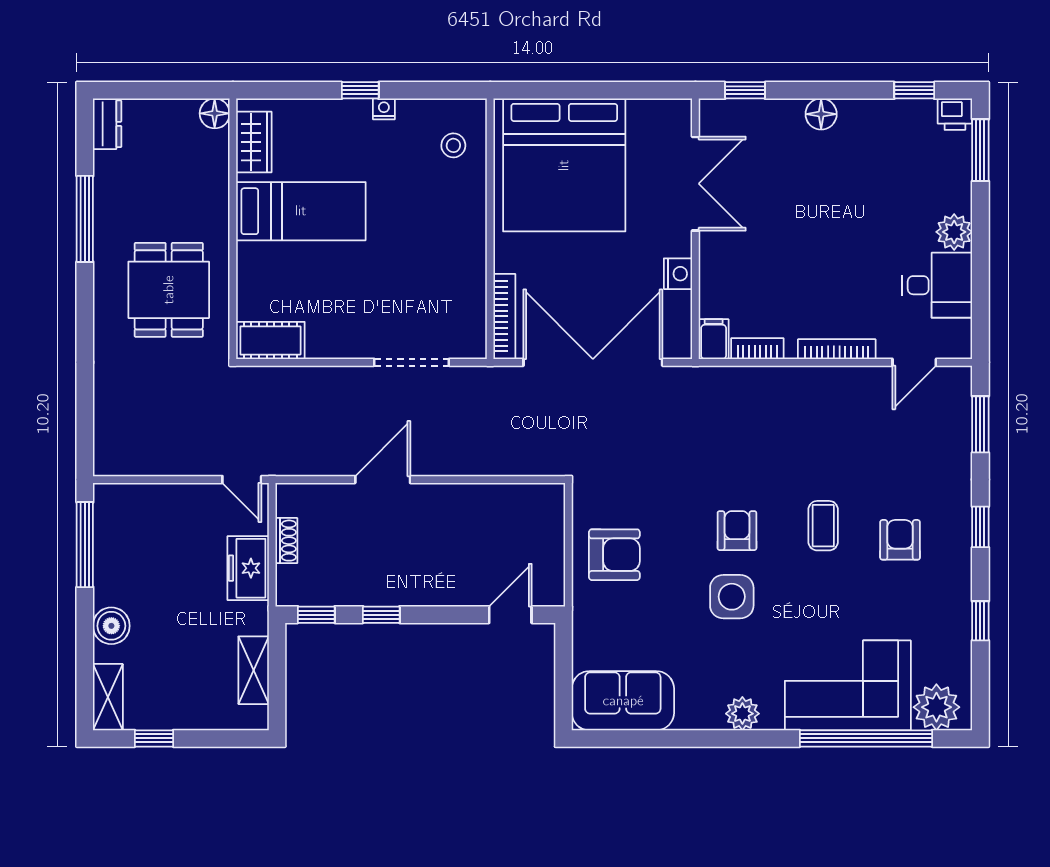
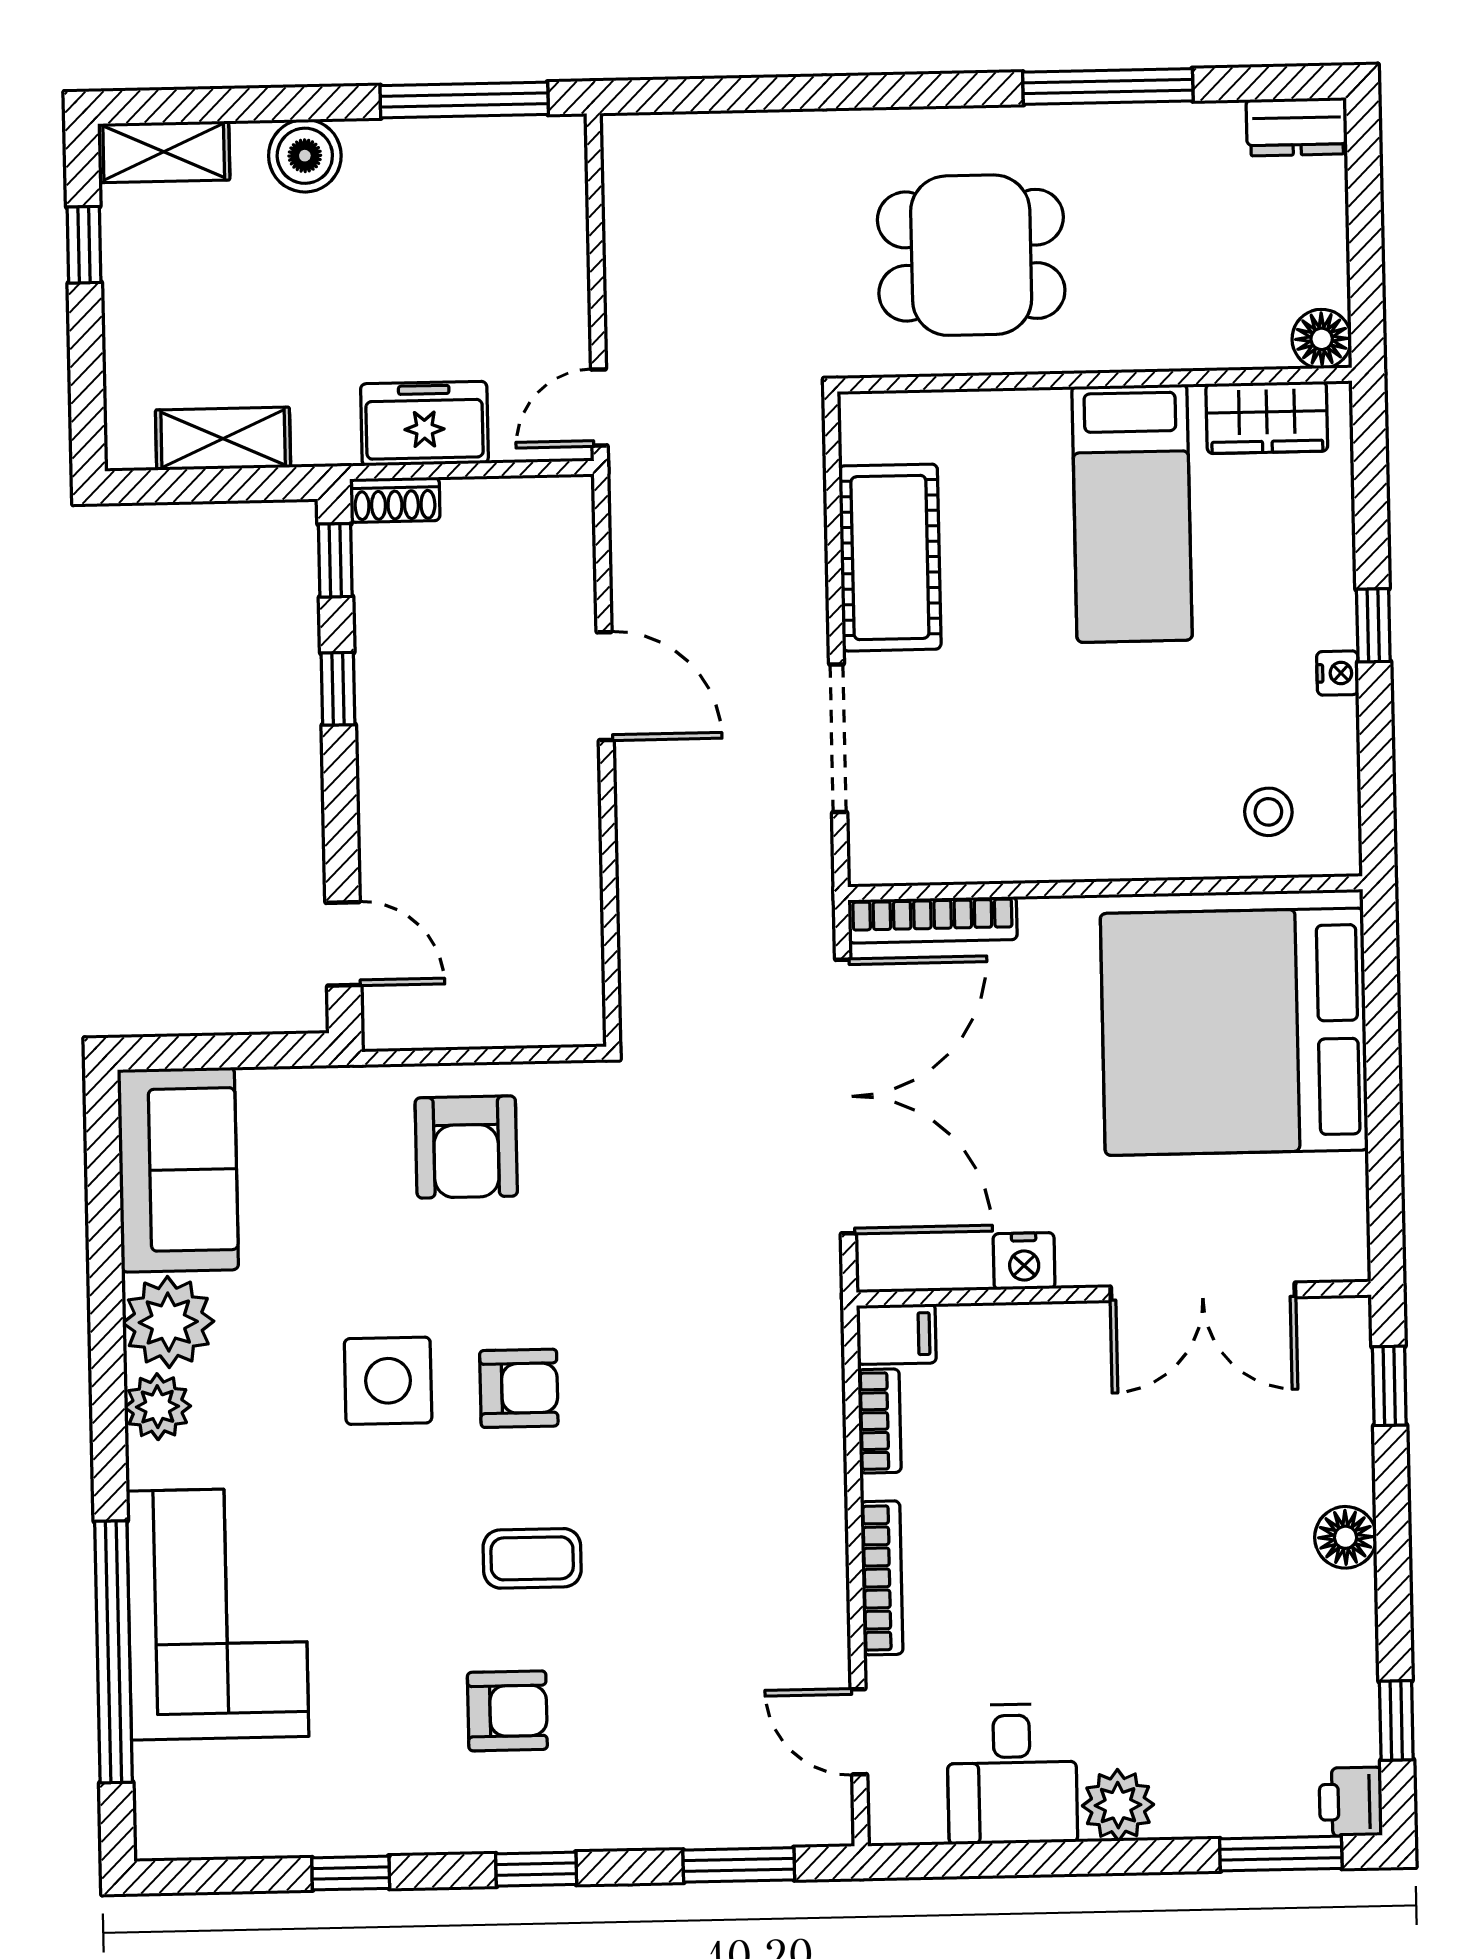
cot: (270, 340) -> (890, 558), moved, width x1.37, depth x1.34
shoe rack: (286, 541) -> (395, 500), moved
plant: (936, 707) -> (168, 1322), moved

